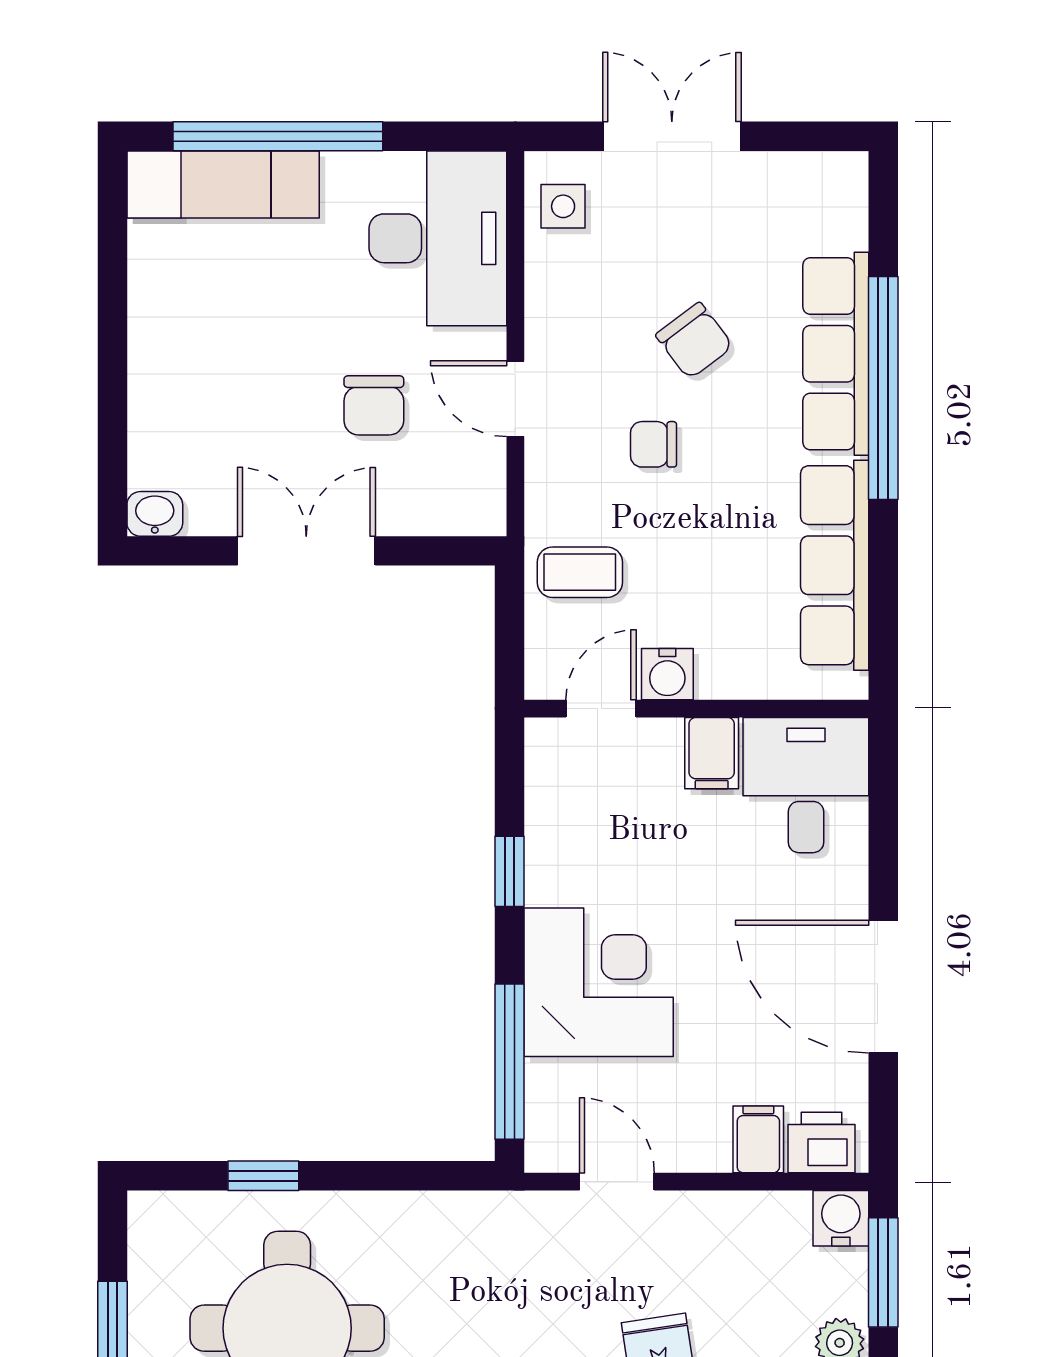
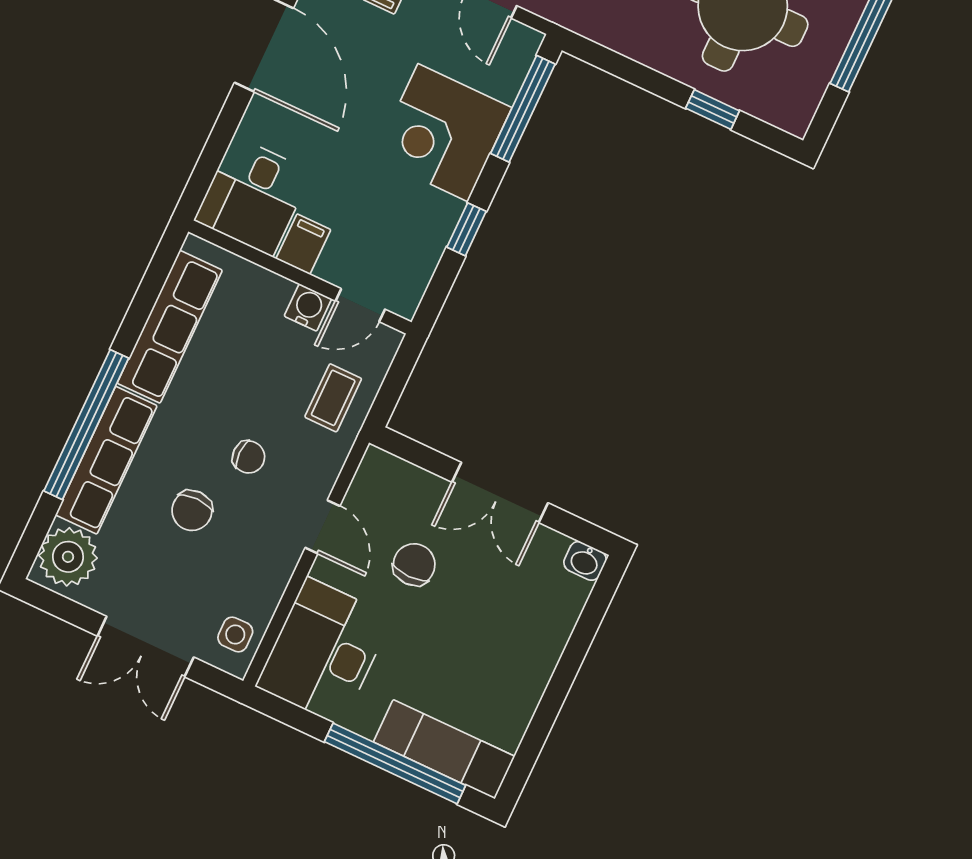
plant: (827, 206) -> (68, 557), added
chair: (694, 341) -> (192, 511), turned -143
coffee table: (580, 572) -> (333, 398), turned 90

